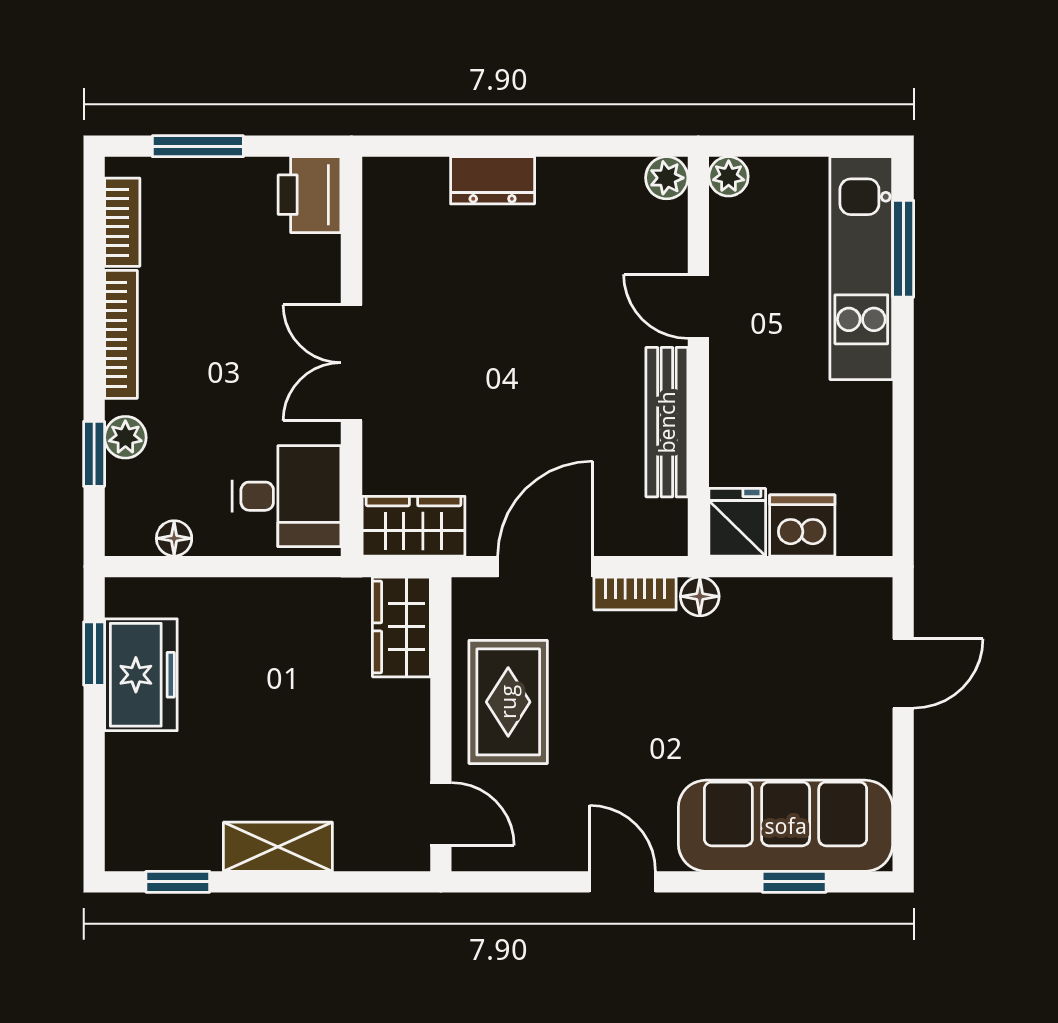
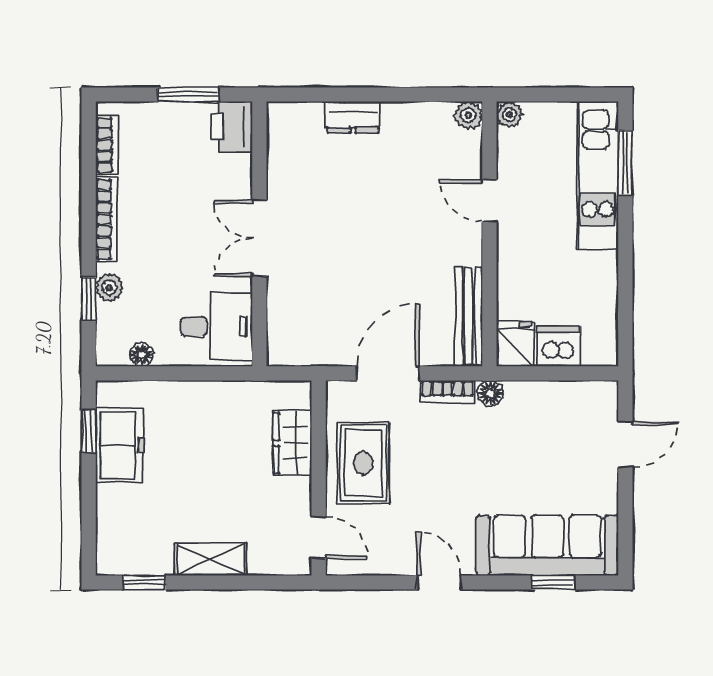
window: (198, 146) -> (188, 95), moved
bench: (667, 422) -> (469, 317), moved
wardrobe: (413, 526) -> (300, 347), removed
wardrobe: (401, 627) -> (292, 443), moved

